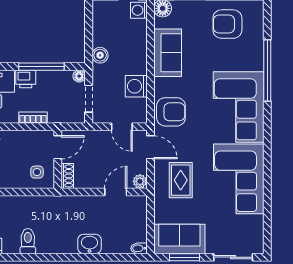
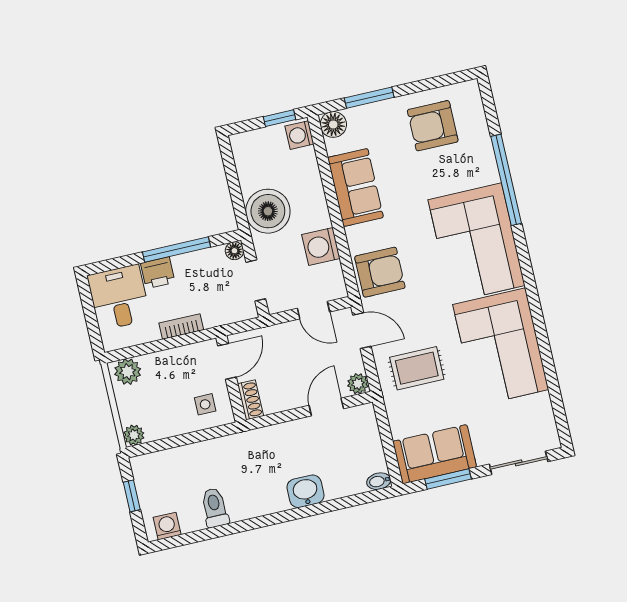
boiler: (100, 55) -> (268, 211), width x1.86, depth x1.86
rug: (181, 180) -> (417, 368), turned 90

